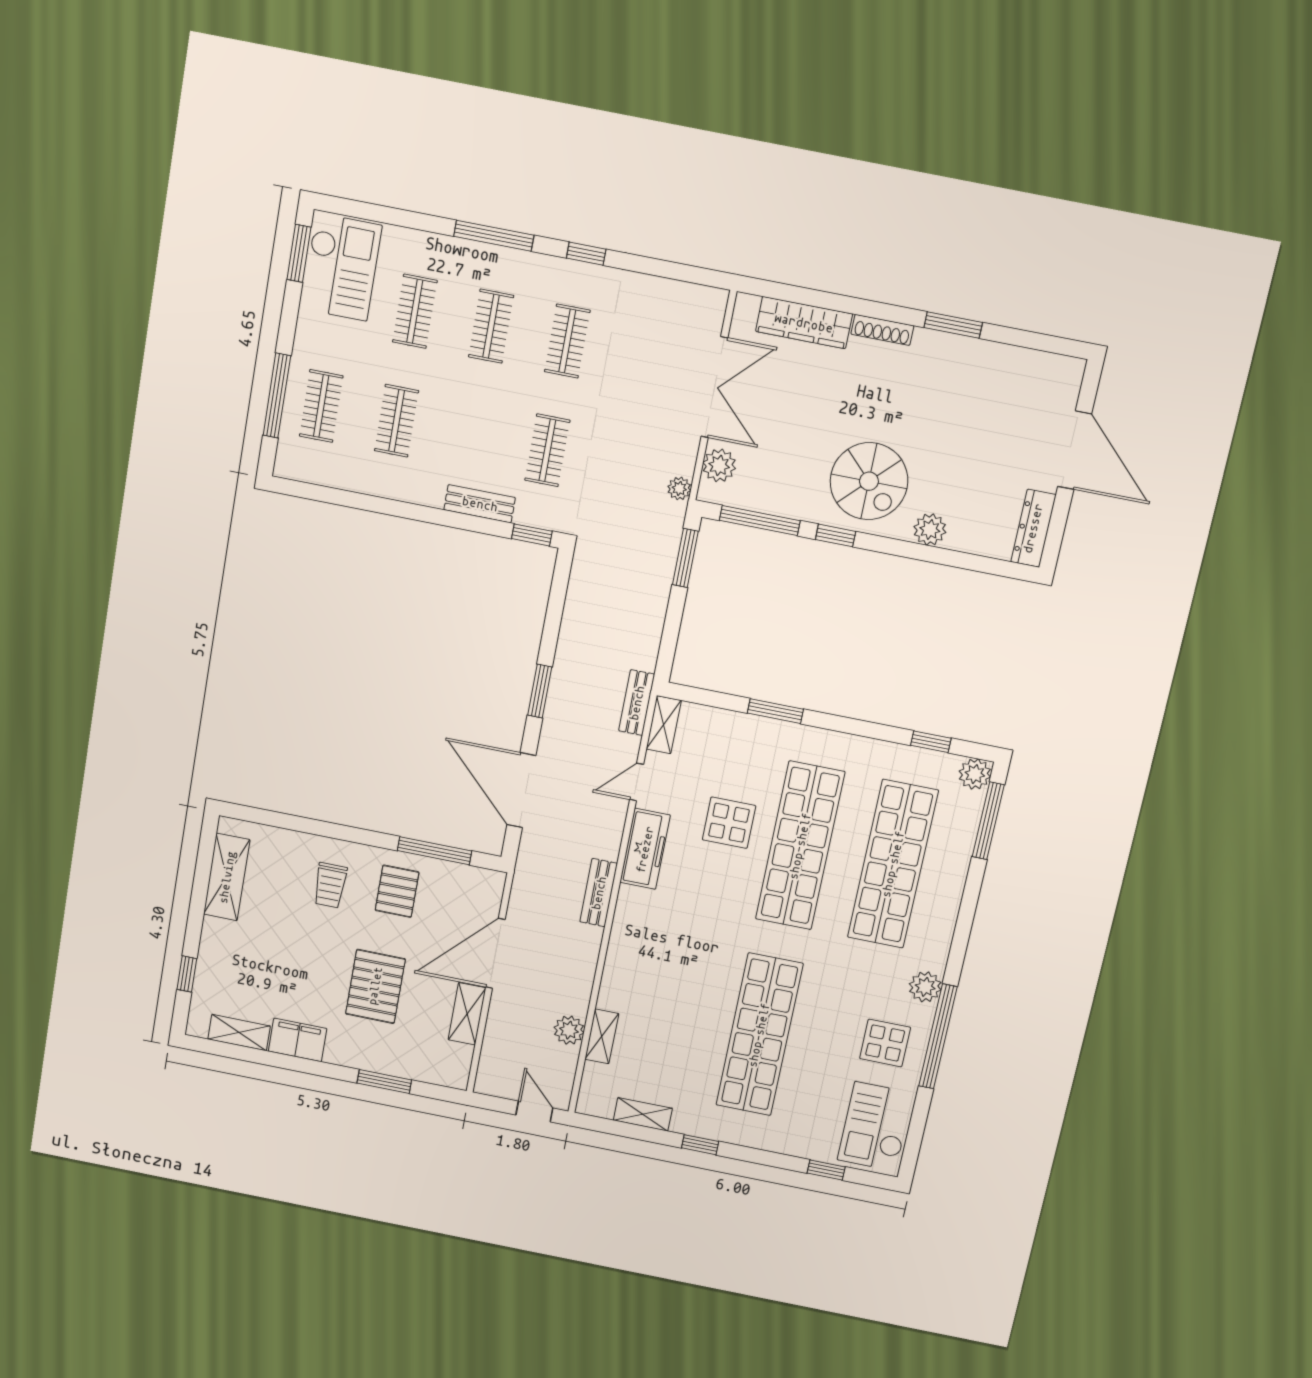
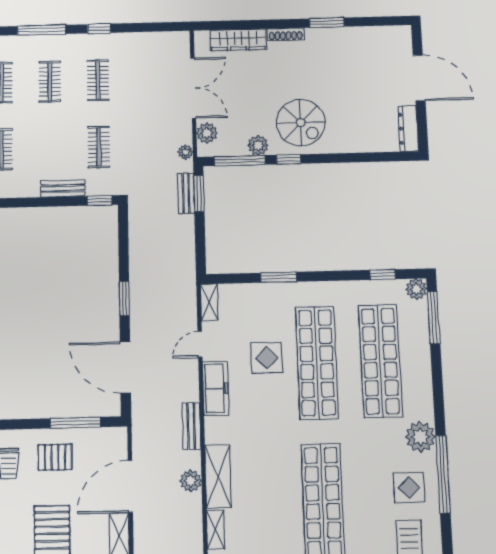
plant: (930, 530) -> (258, 145), moved
bench: (637, 703) -> (186, 193), moved
pallet: (397, 891) -> (55, 457), turned 90
shelving: (621, 968) -> (218, 476), added
plant: (925, 987) -> (420, 437), width x1.36, depth x1.36
plant: (569, 1030) -> (191, 481), moved

